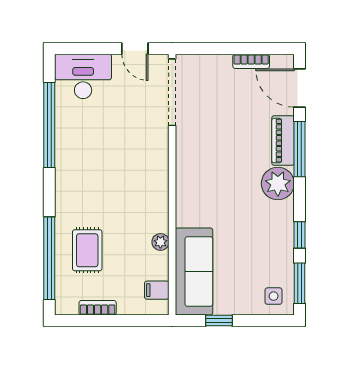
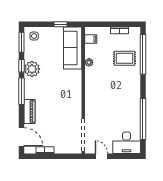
window: (300, 149) -> (21, 91), moved
plant: (278, 184) -> (32, 69), moved
rug: (87, 250) -> (125, 58), turned 90

